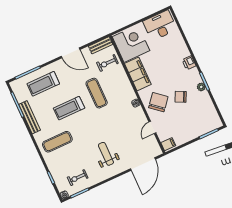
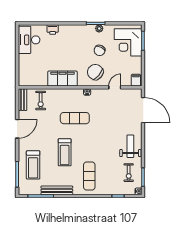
corner desk: (131, 44) -> (128, 42), moved, turned -90
printer: (189, 63) -> (53, 30), moved
exercise mat: (97, 93) -> (75, 118), moved
door: (152, 127) -> (115, 87), swing flipped
weight bench: (106, 154) -> (130, 146), moved, turned 90

